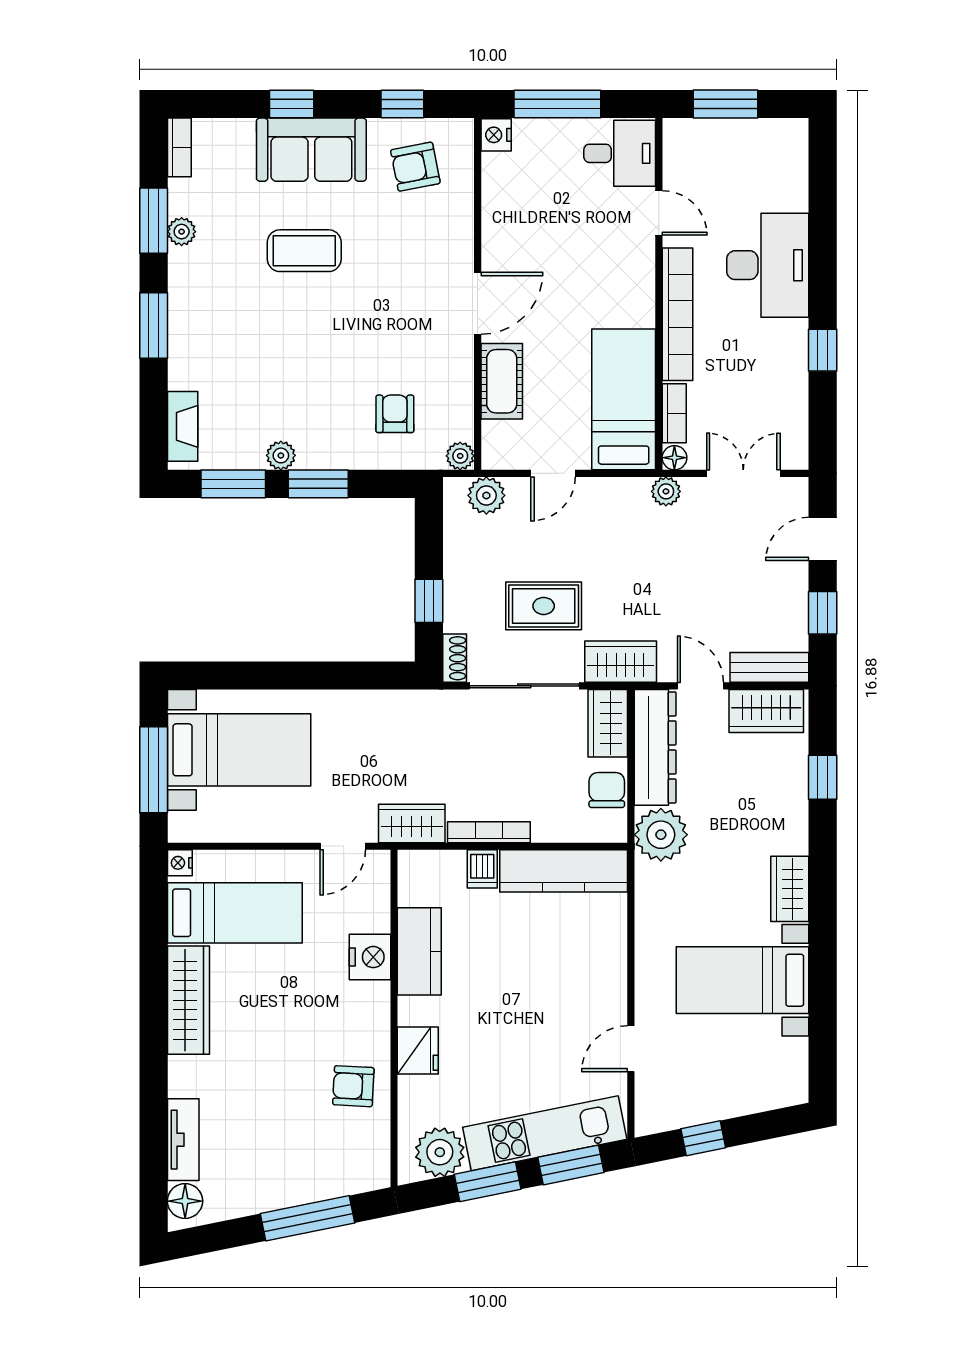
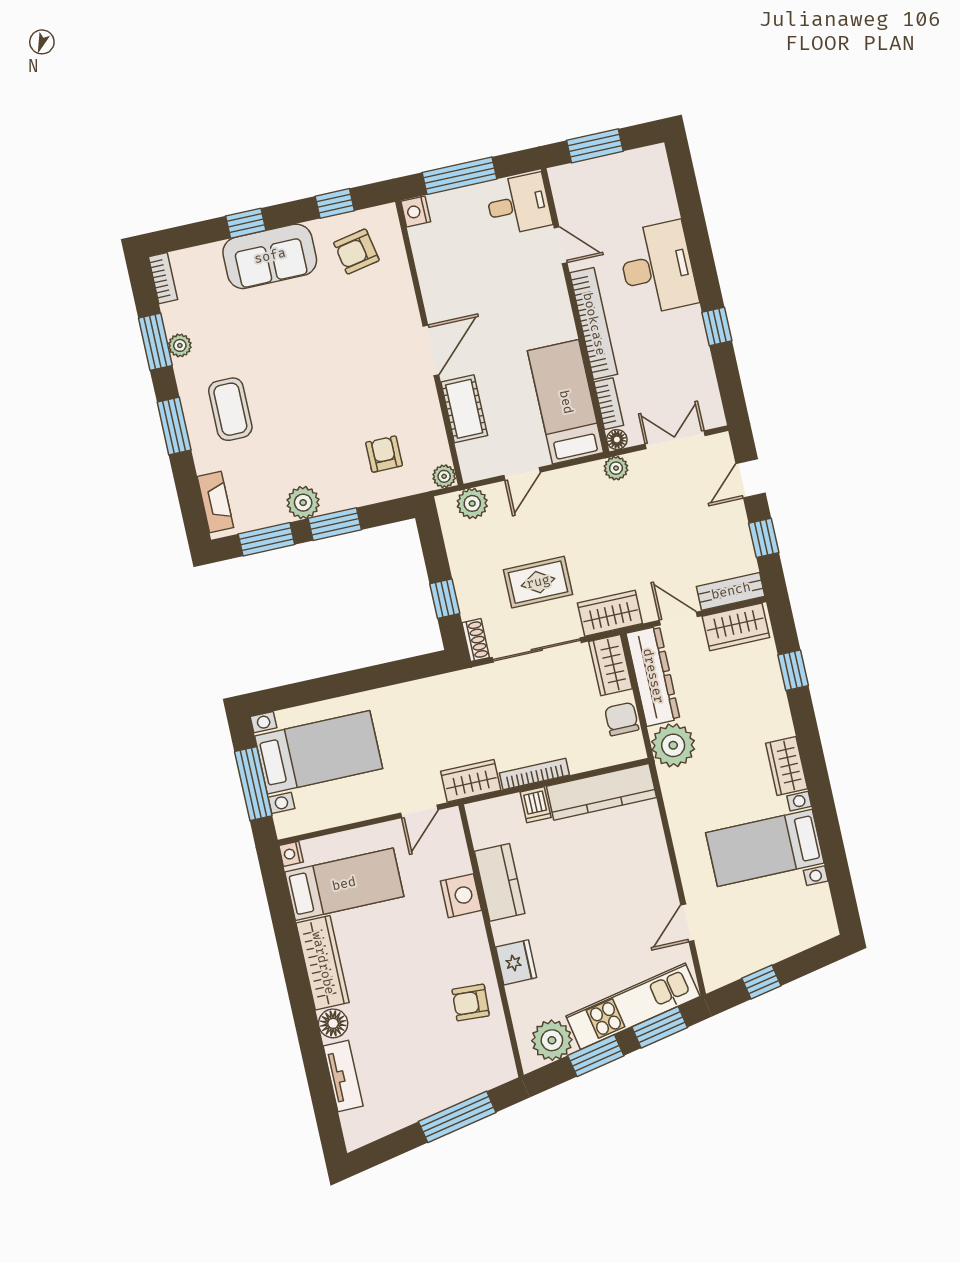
coffee table: (304, 251) -> (230, 409), moved, turned 90
plant: (281, 455) -> (303, 503), width x1.38, depth x1.38
floor lamp: (185, 1201) -> (333, 1023), moved

